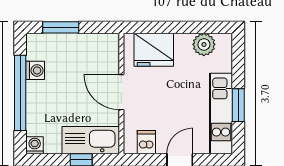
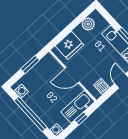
window: (61, 27) -> (30, 65), moved
washing machine: (35, 70) -> (21, 91), moved

